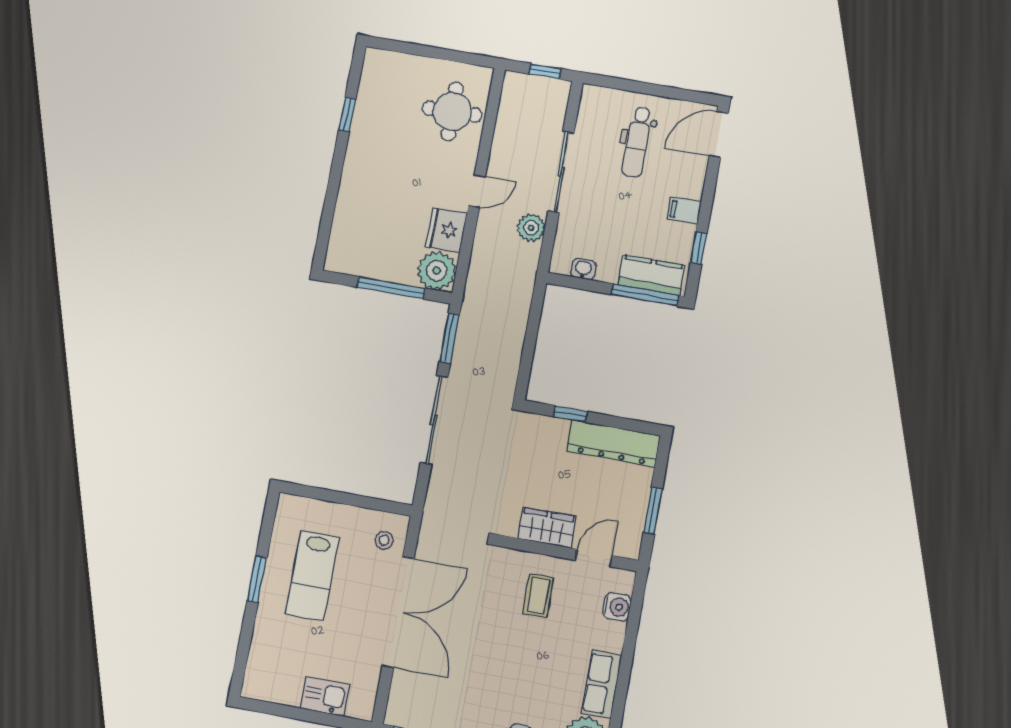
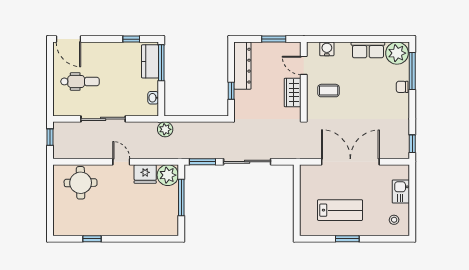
filing cabinet: (684, 211) -> (113, 50), removed
plant: (531, 228) -> (165, 129), moved
stool: (384, 540) -> (394, 220), moved

